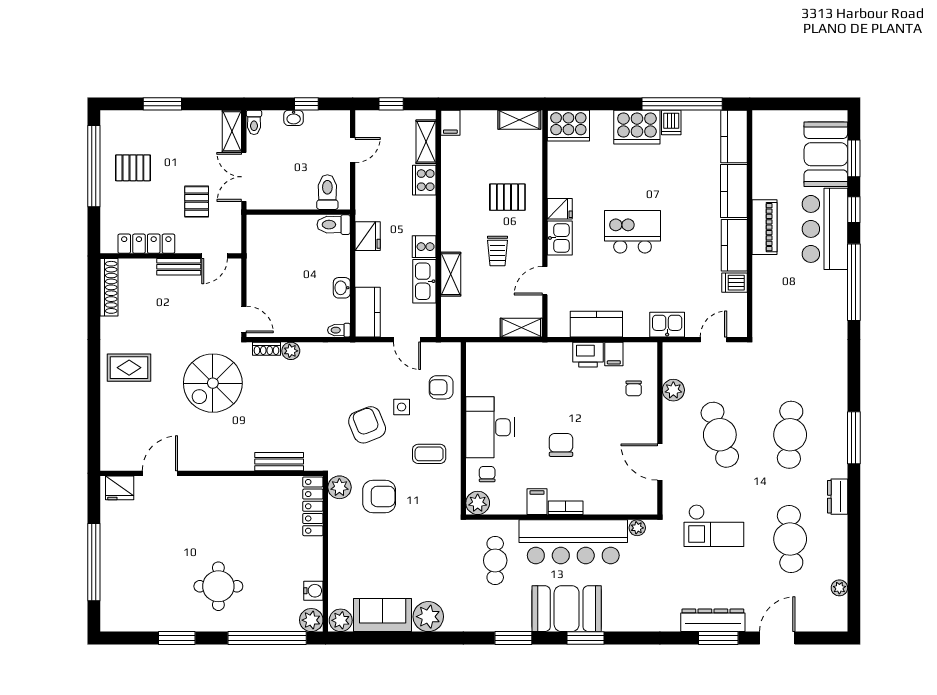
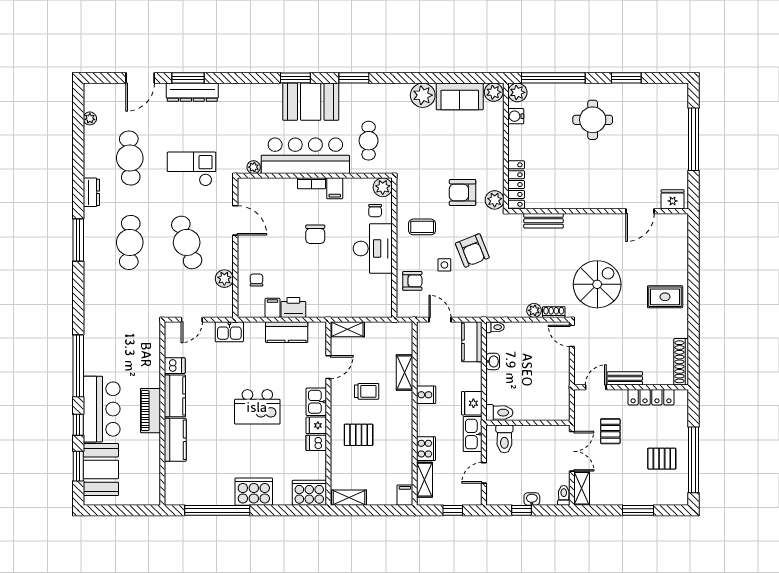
dishwasher: (671, 122) -> (316, 443), moved, turned -90
kitchen counter: (734, 136) -> (175, 484), removed
trolley: (497, 251) -> (367, 391), turned 90
kitchen sink: (424, 281) -> (473, 434), moved, turned 180

